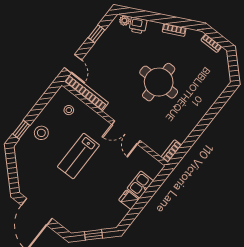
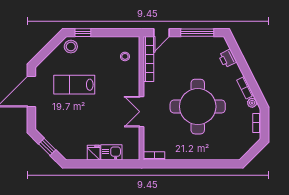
plant: (124, 21) -> (252, 103), moved
window: (96, 34) -> (197, 33), width x2.17
round table: (159, 82) -> (198, 107), width x1.36, depth x1.36
stool: (41, 133) -> (71, 47), moved
lab bench: (78, 156) -> (74, 85), moved

